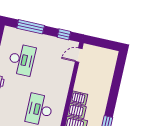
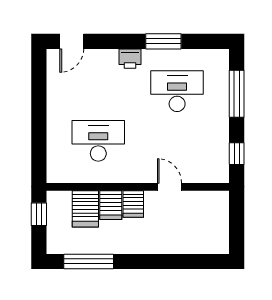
door: (79, 55) -> (170, 187), moved
desk: (22, 60) -> (177, 91), turned 180

